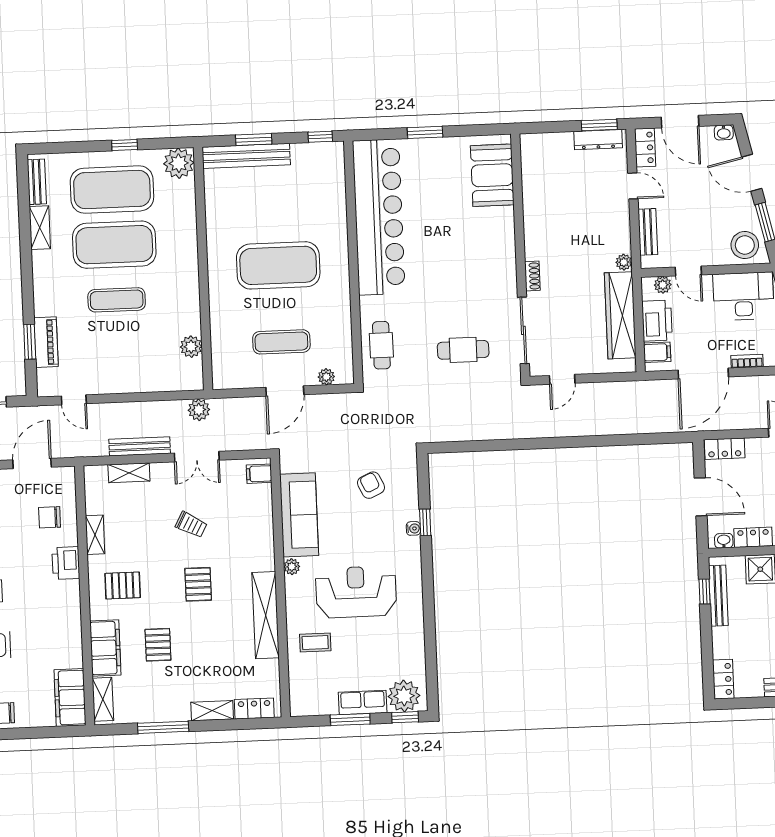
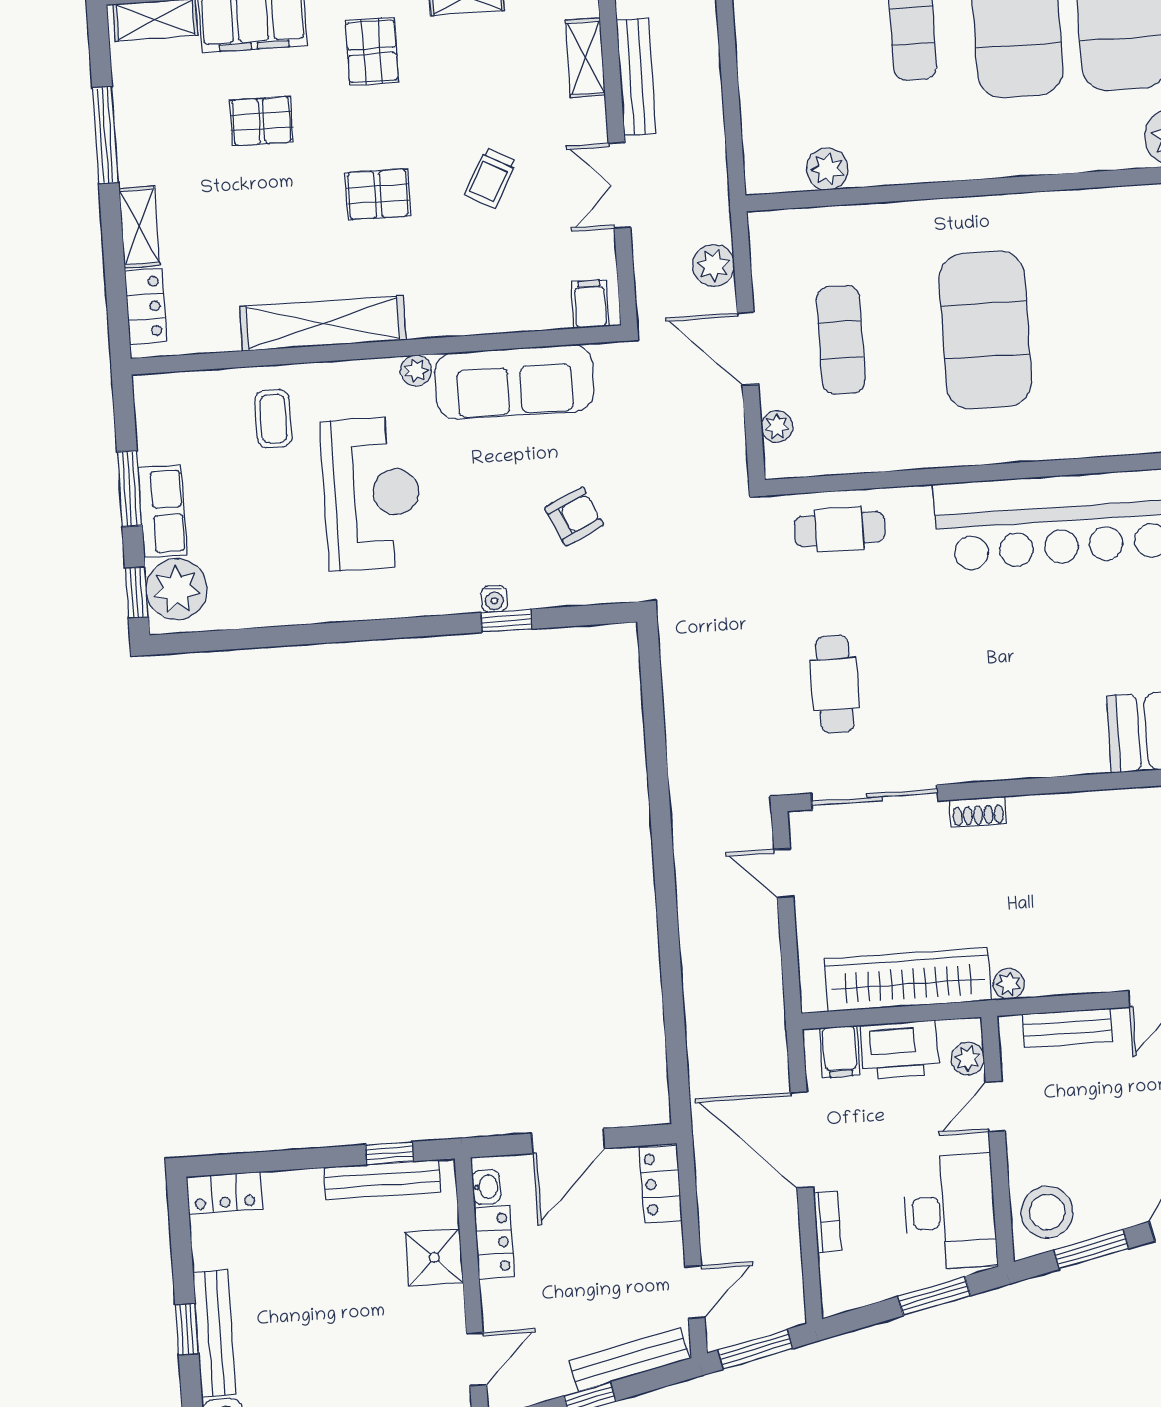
plant: (199, 410) -> (714, 265), moved

